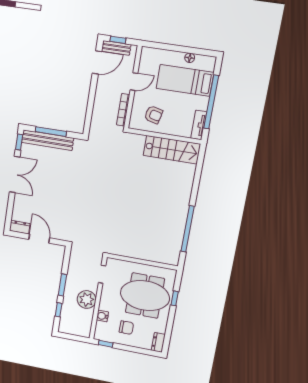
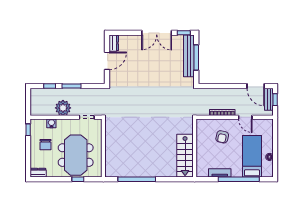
wall: (164, 136) -> (195, 148), moved
stairs: (172, 150) -> (185, 156), moved

